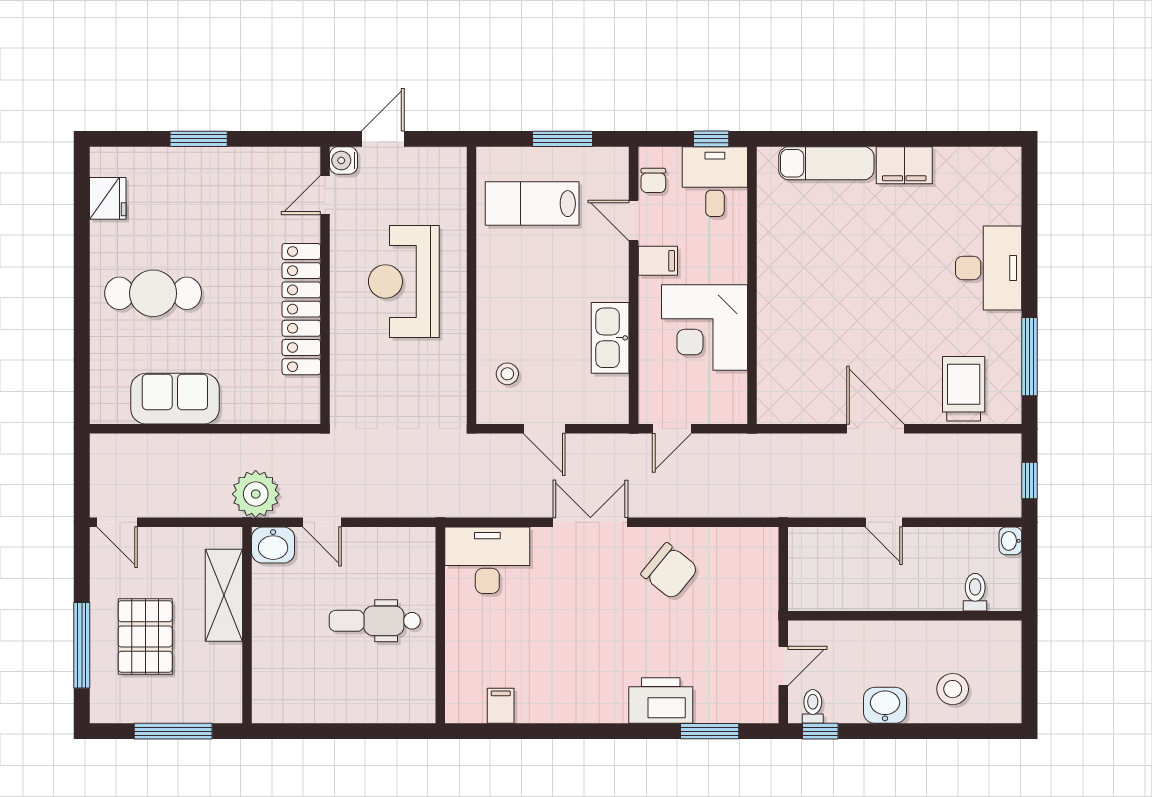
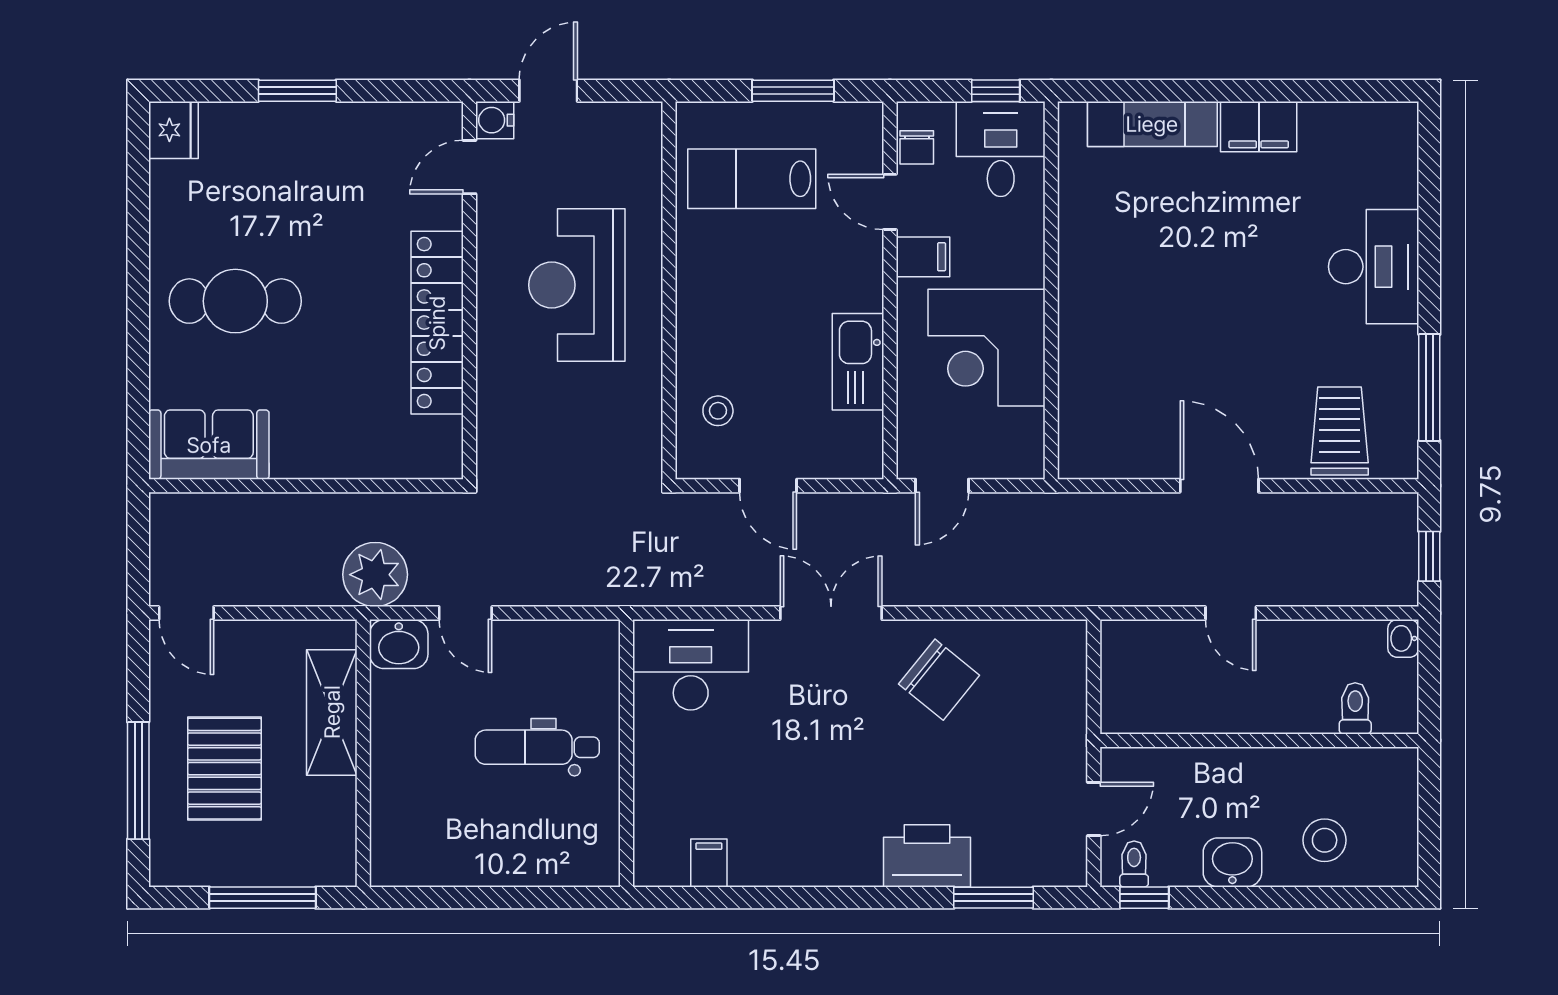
fridge: (108, 198) -> (173, 130), moved
sofa: (175, 399) -> (209, 445), moved

